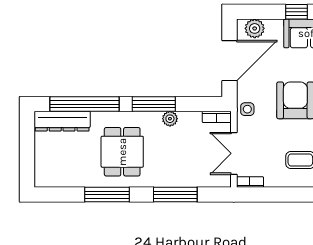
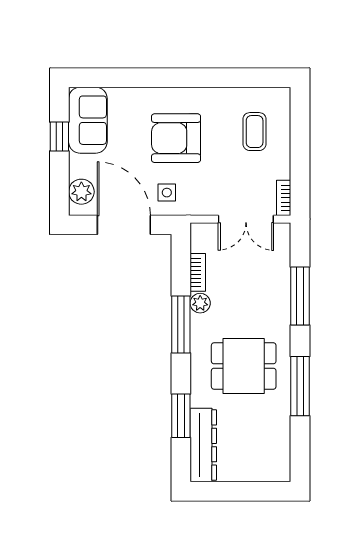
window: (84, 104) -> (181, 416), width x0.47
side table: (247, 109) -> (167, 193), moved
bookcase: (217, 117) -> (198, 272), moved

